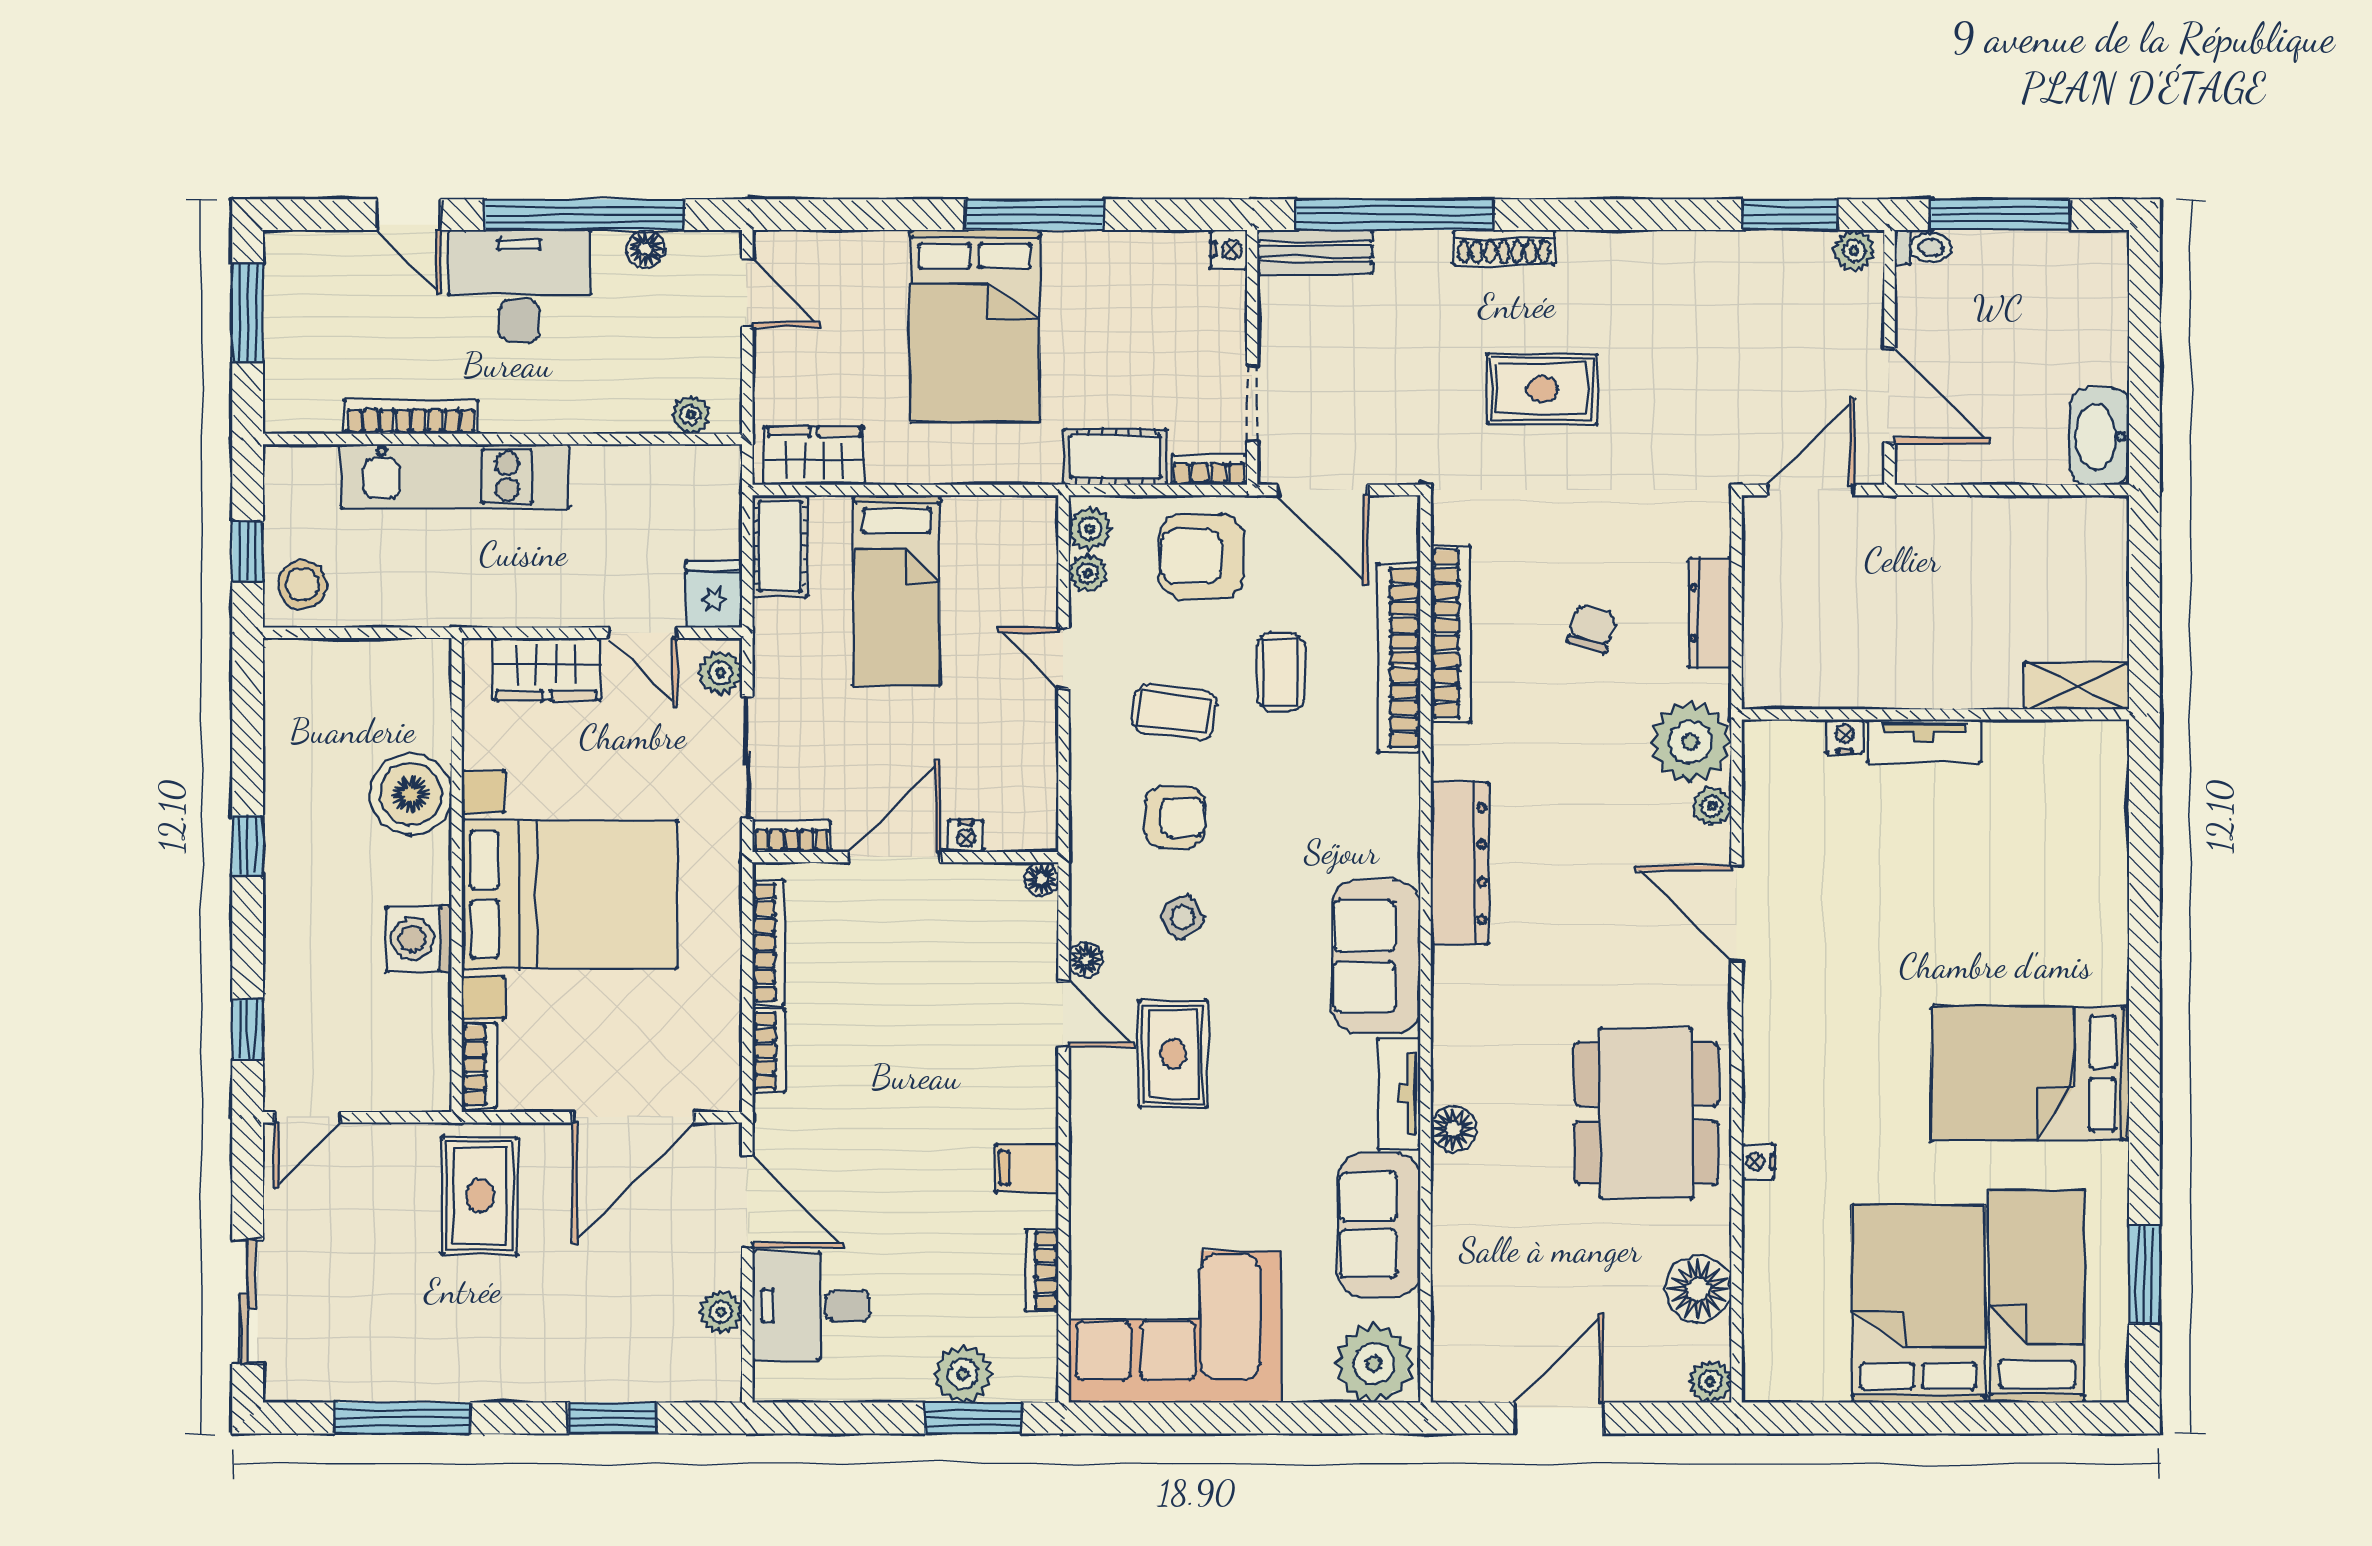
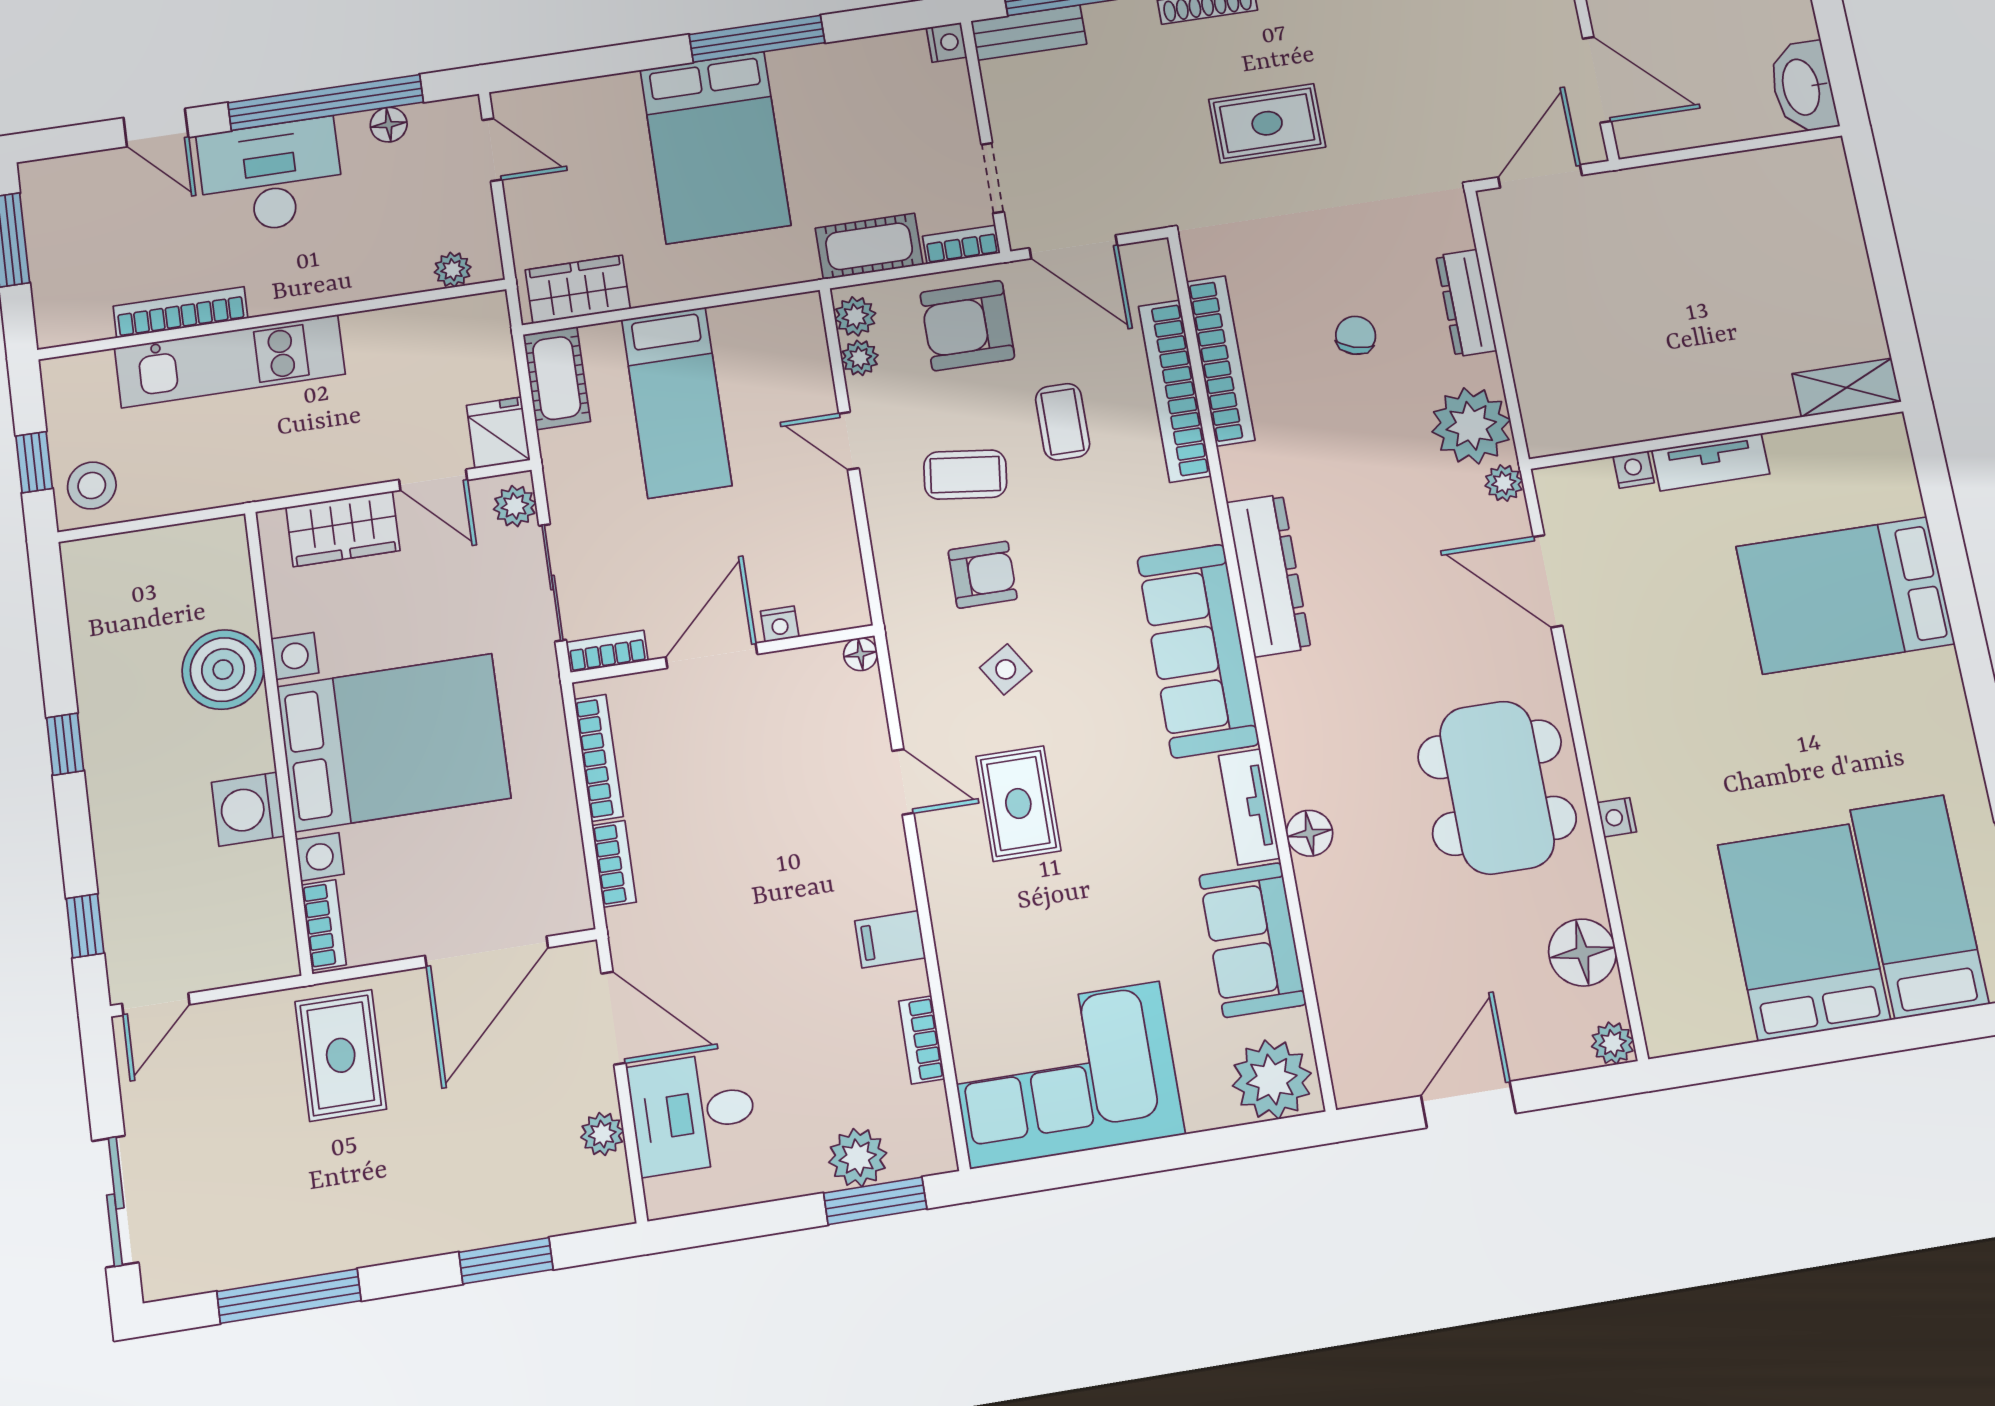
shelving: (2077, 686) -> (1847, 388), moved
wall: (1935, 714) -> (1716, 435), moved
nightstand: (1845, 737) -> (1634, 470), moved
tv unit: (1924, 741) -> (1711, 462), moved
sofa: (1376, 957) -> (1198, 651), width x1.36
floor lamp: (1086, 960) -> (916, 725), removed
bed: (2030, 1073) -> (1845, 595), moved

